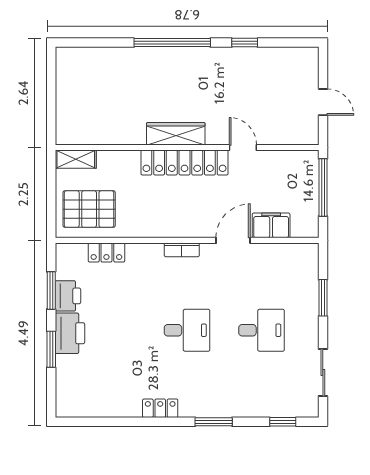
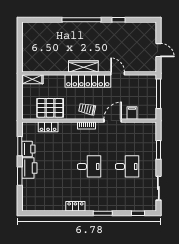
pallet: (89, 209) -> (50, 108), moved
trolley: (183, 217) -> (87, 109), added
filing cabinet: (271, 225) -> (132, 113), width x0.50

